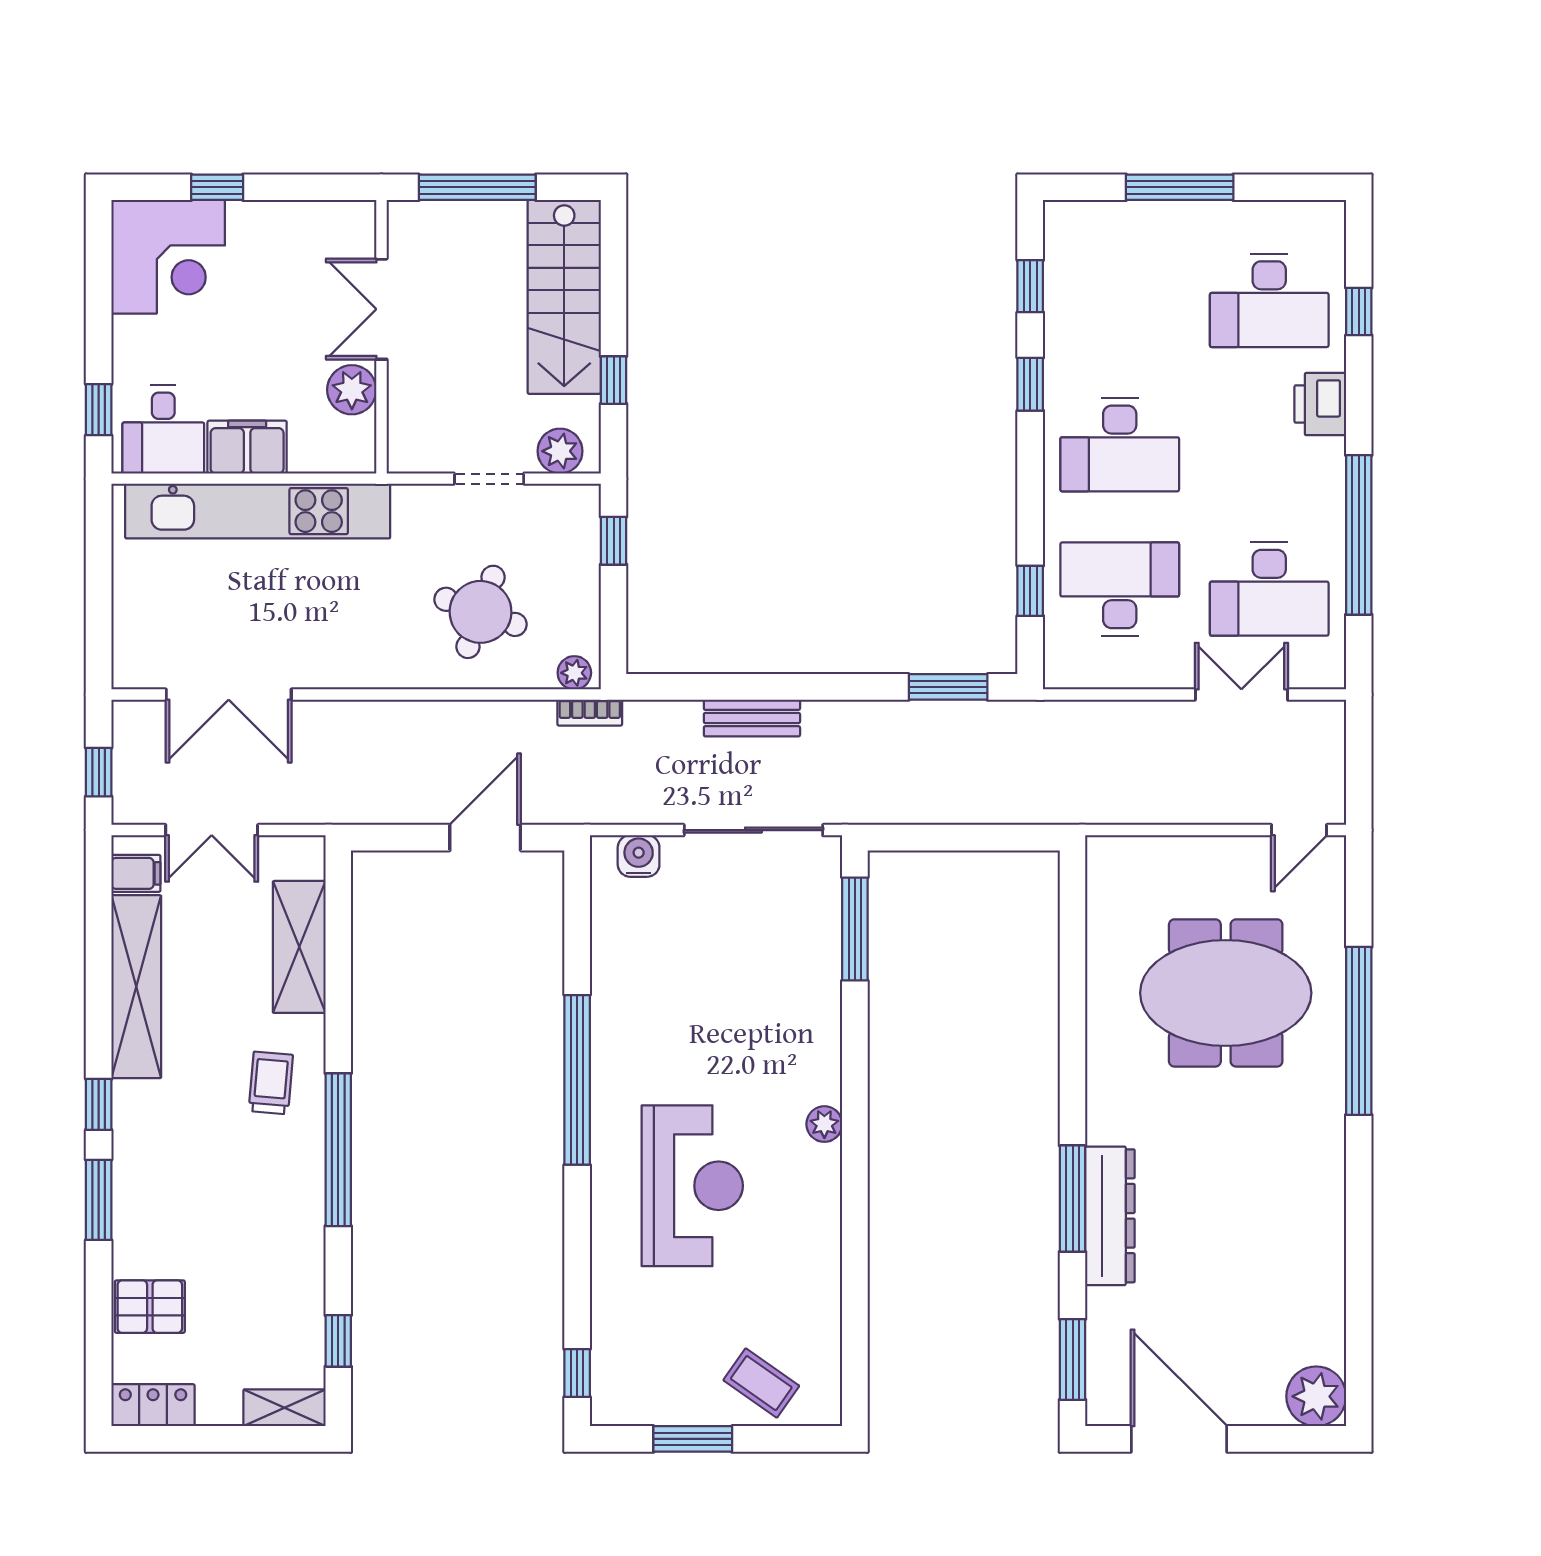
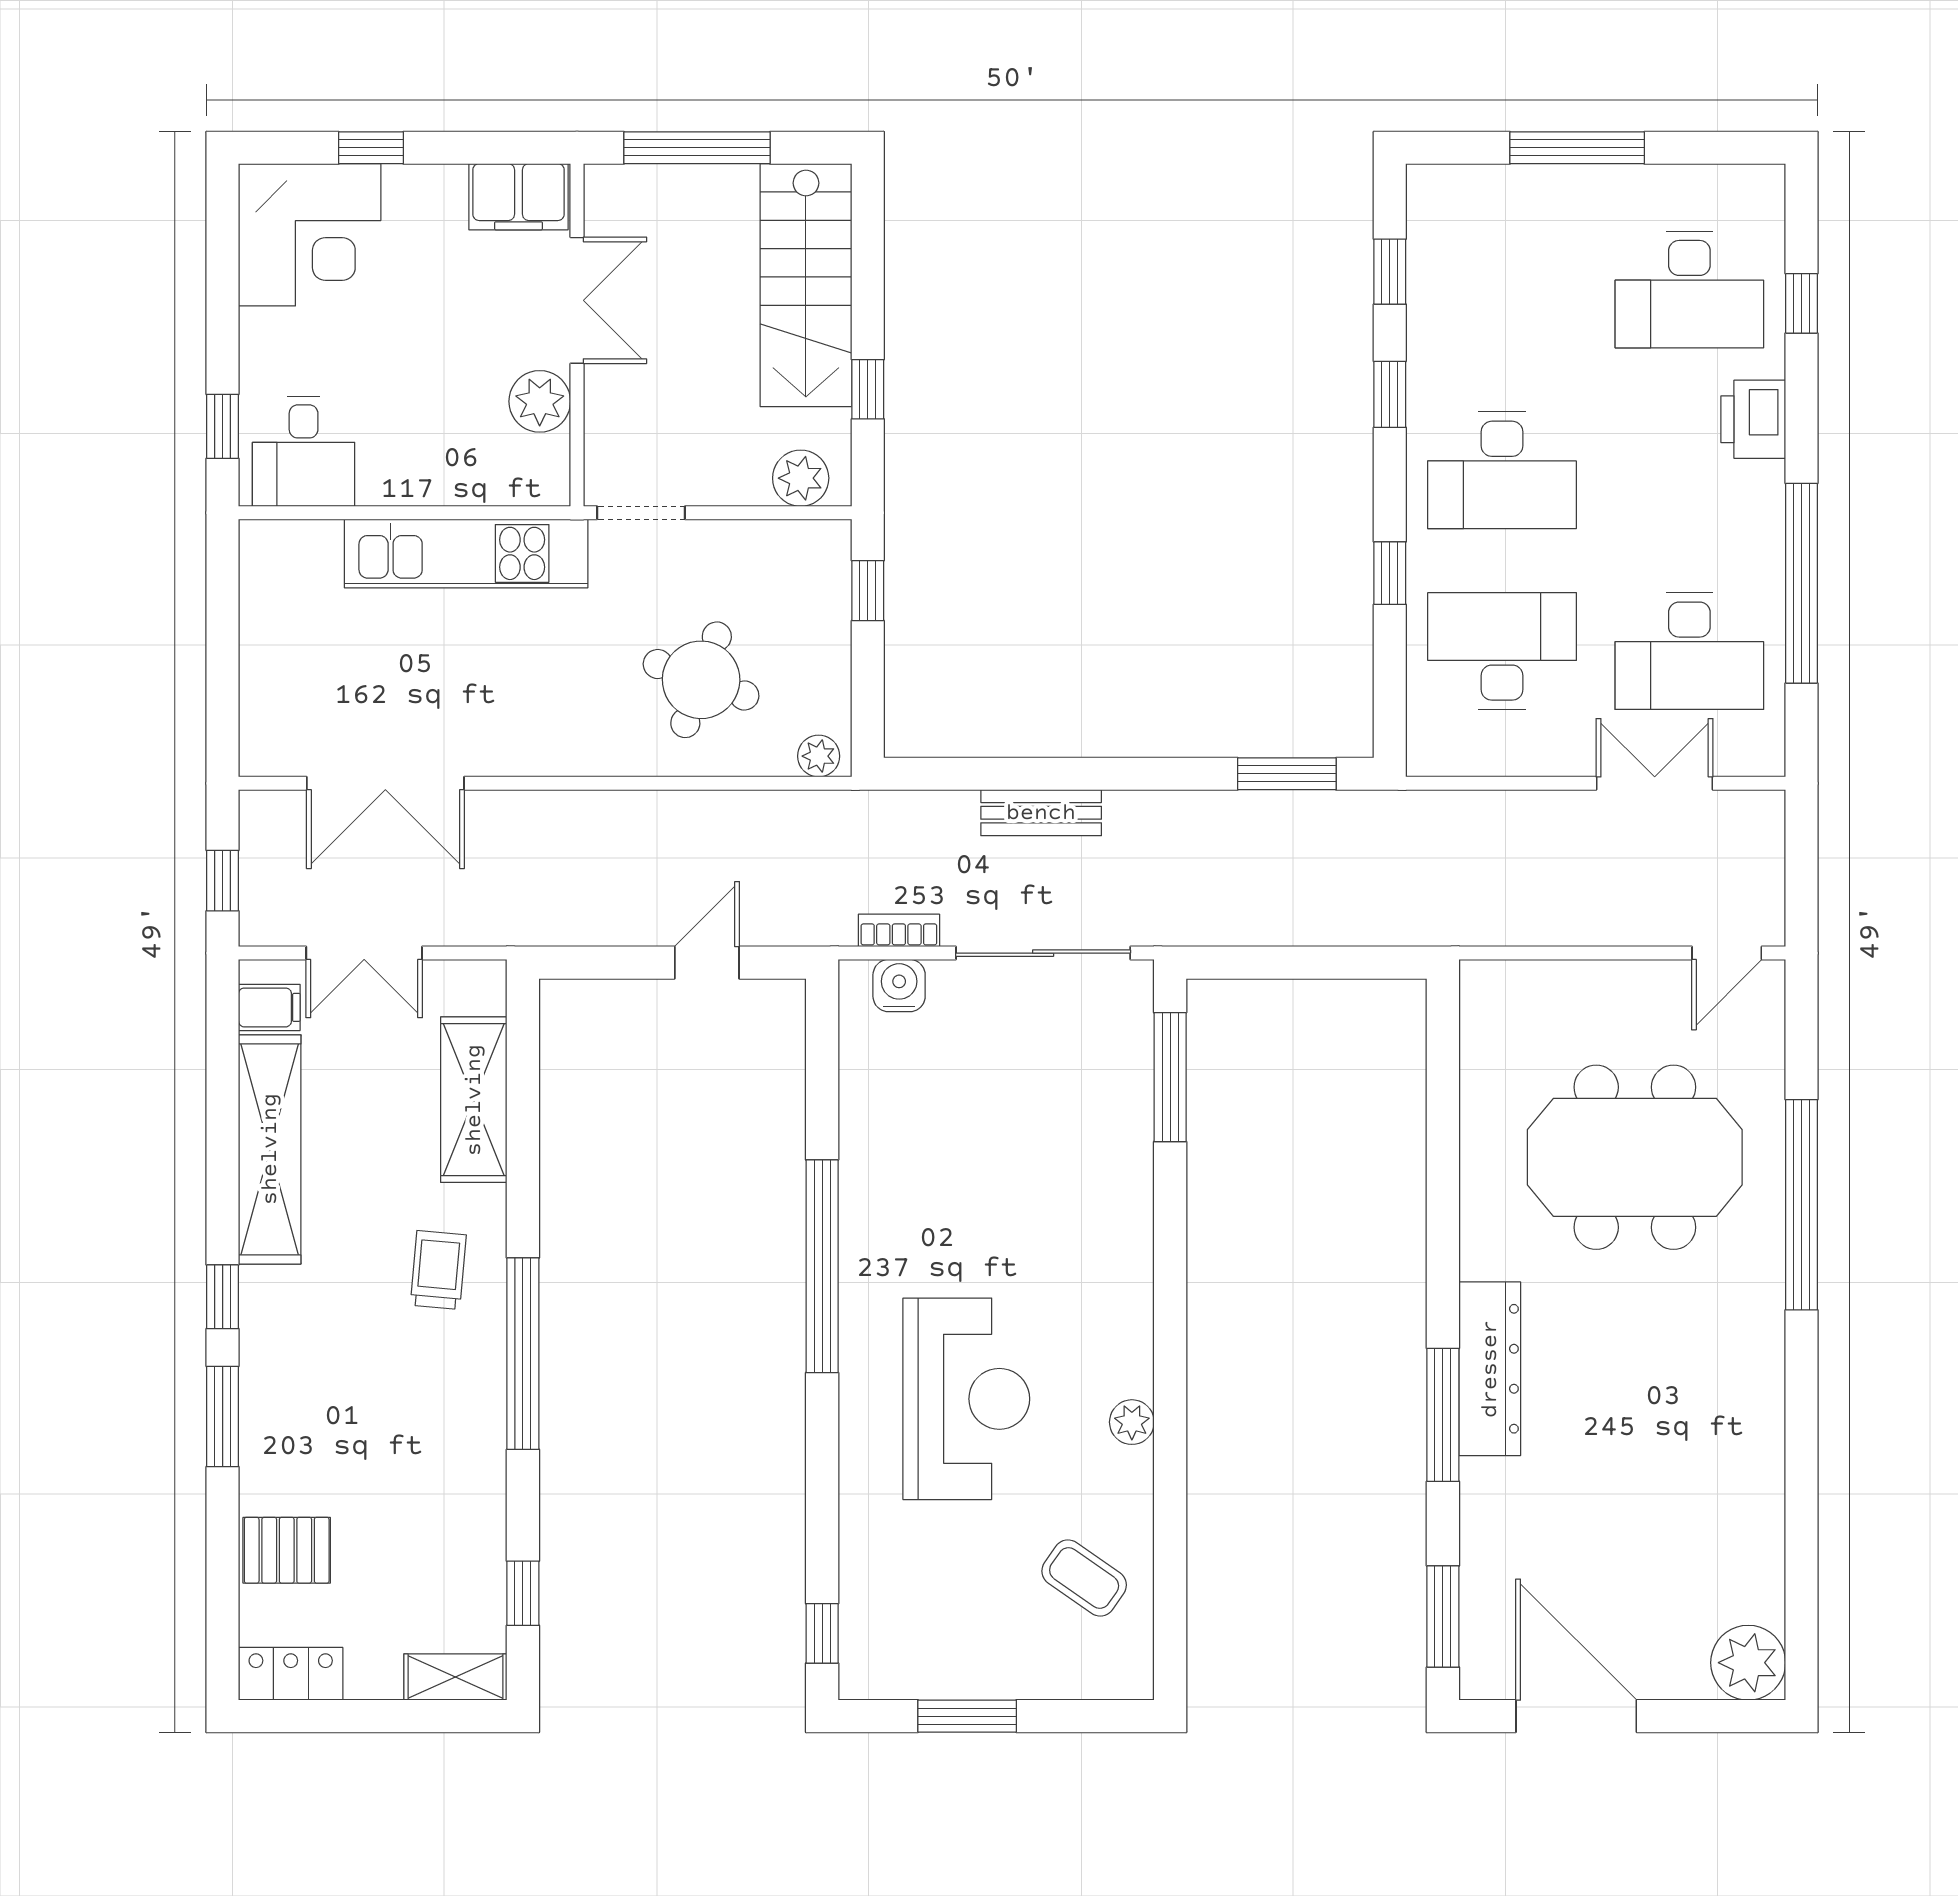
double door: (381, 309) -> (577, 300), swing flipped
filing cabinet: (247, 447) -> (518, 197), moved, turned 180
doorway: (489, 479) -> (641, 513), moved
kitchen unit: (258, 511) -> (466, 553), width x0.73
window: (1030, 591) -> (1390, 573), moved
bookcase: (590, 713) -> (899, 930), moved, turned 180
door: (485, 838) -> (707, 963), width x0.73
plant: (824, 1124) -> (1132, 1422), moved
dresser: (1110, 1216) -> (1490, 1369), moved
coffee table: (761, 1383) -> (1084, 1578), moved

